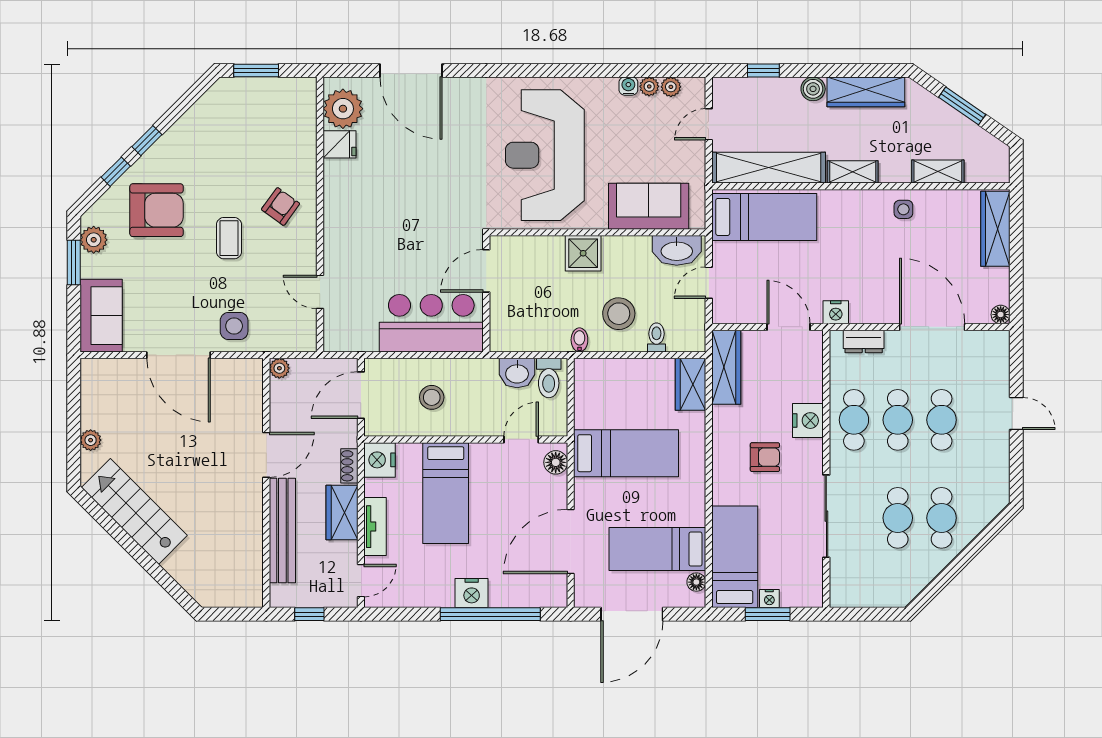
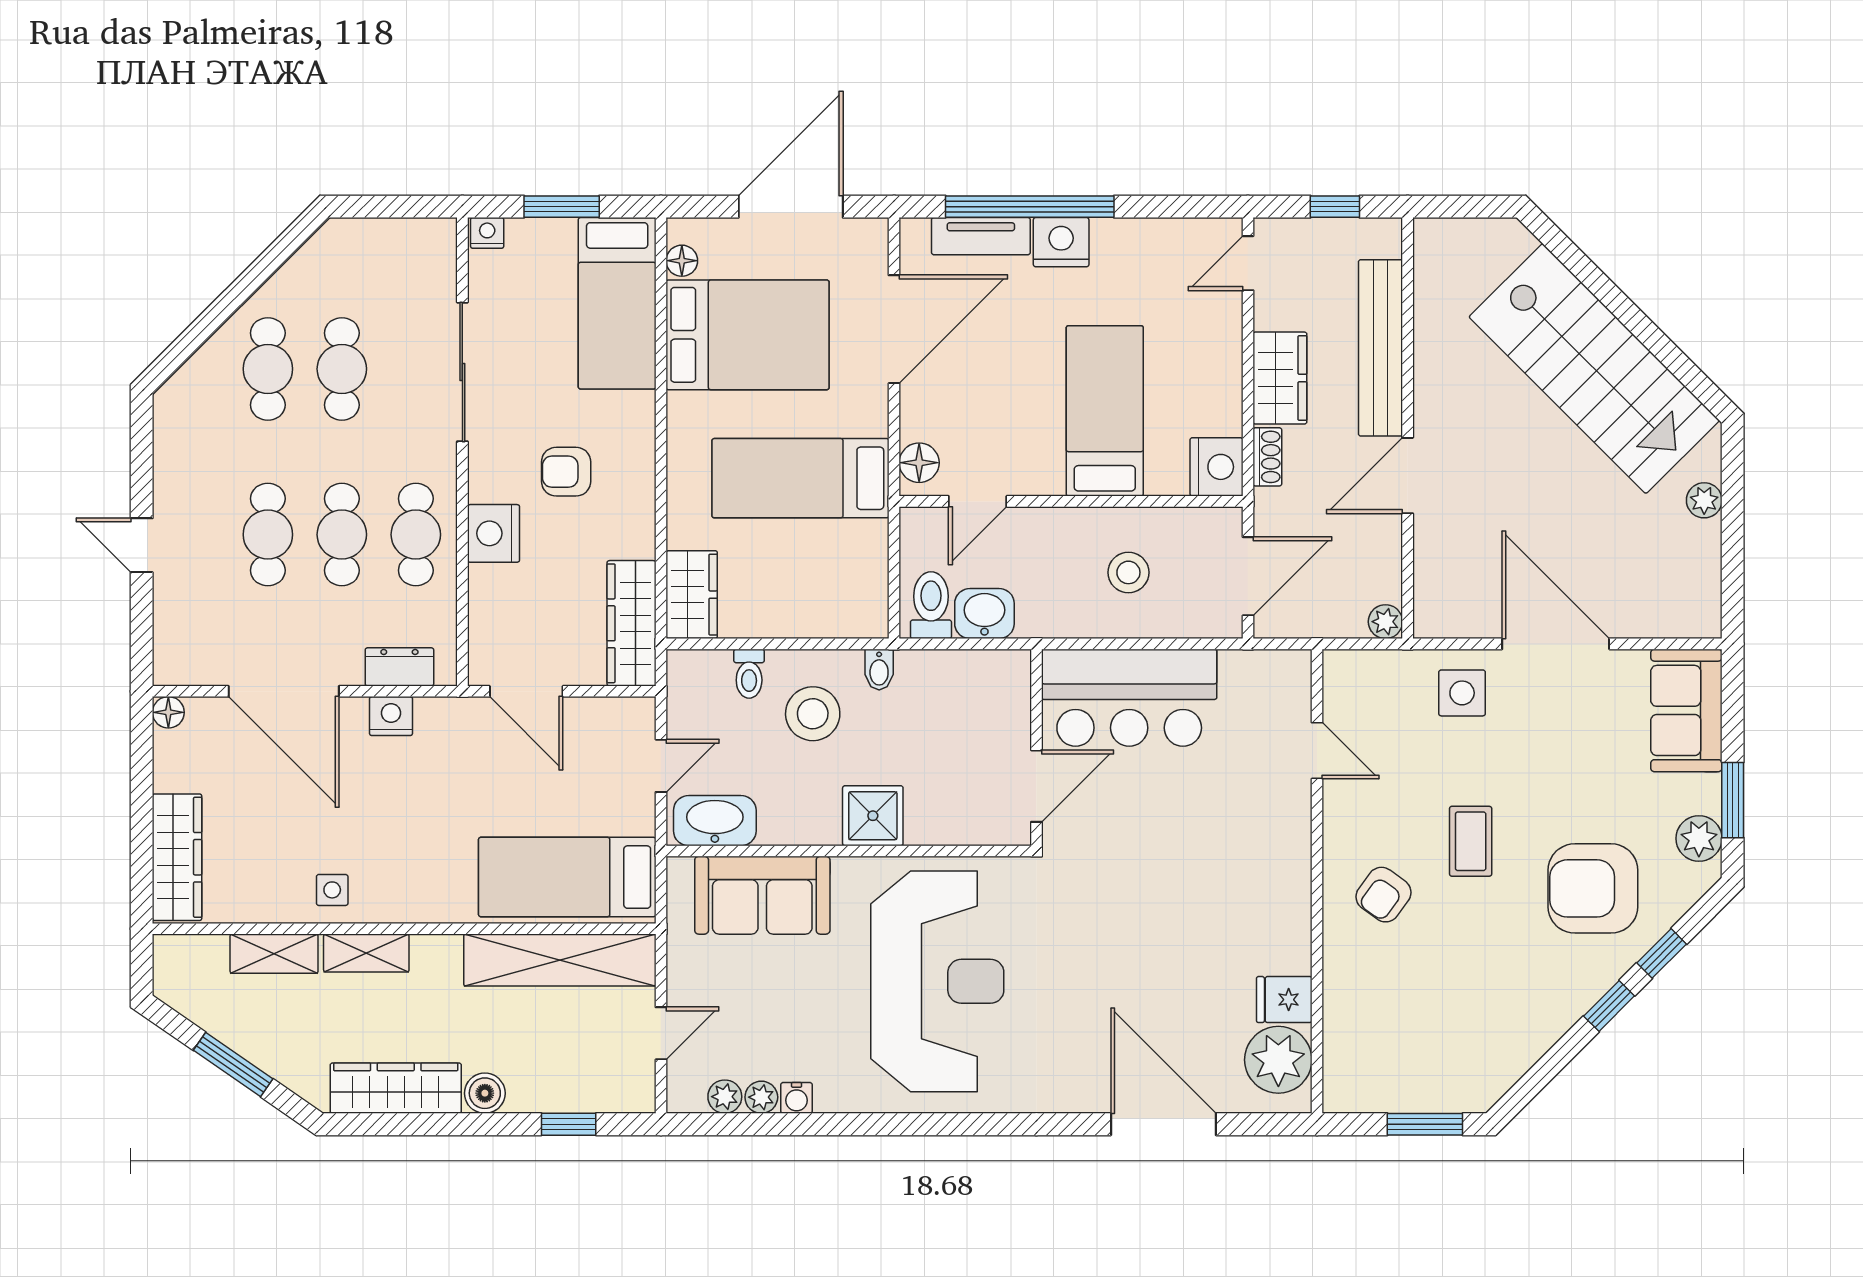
shelving: (853, 172) -> (366, 953), moved
nightstand: (836, 312) -> (391, 716), moved
stairs: (134, 511) -> (1594, 369), width x1.36, depth x1.51
tv unit: (375, 527) -> (981, 236), moved, turned -90
bed: (657, 549) -> (748, 335), width x1.50
nightstand: (769, 599) -> (487, 233), moved

